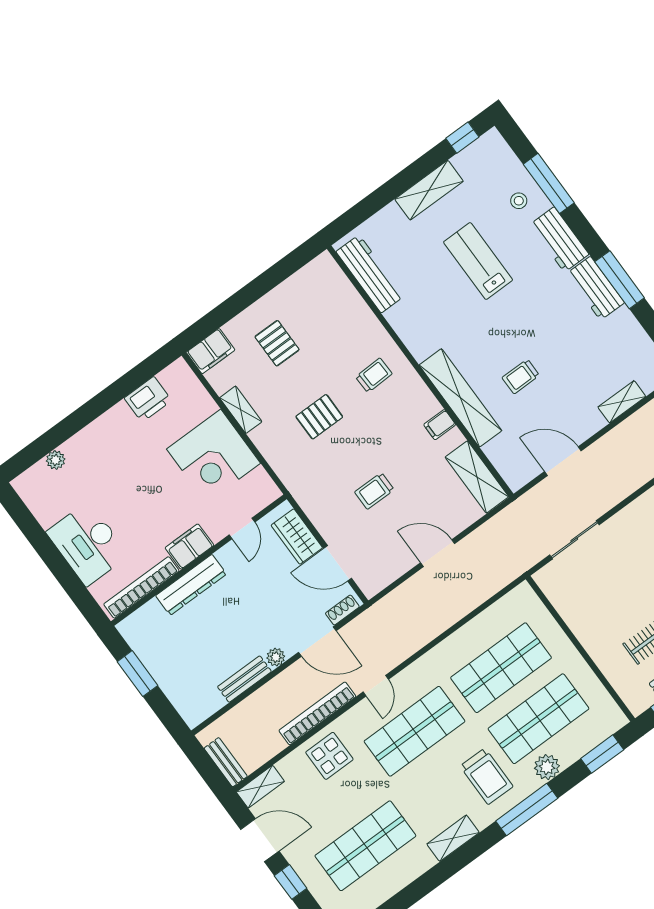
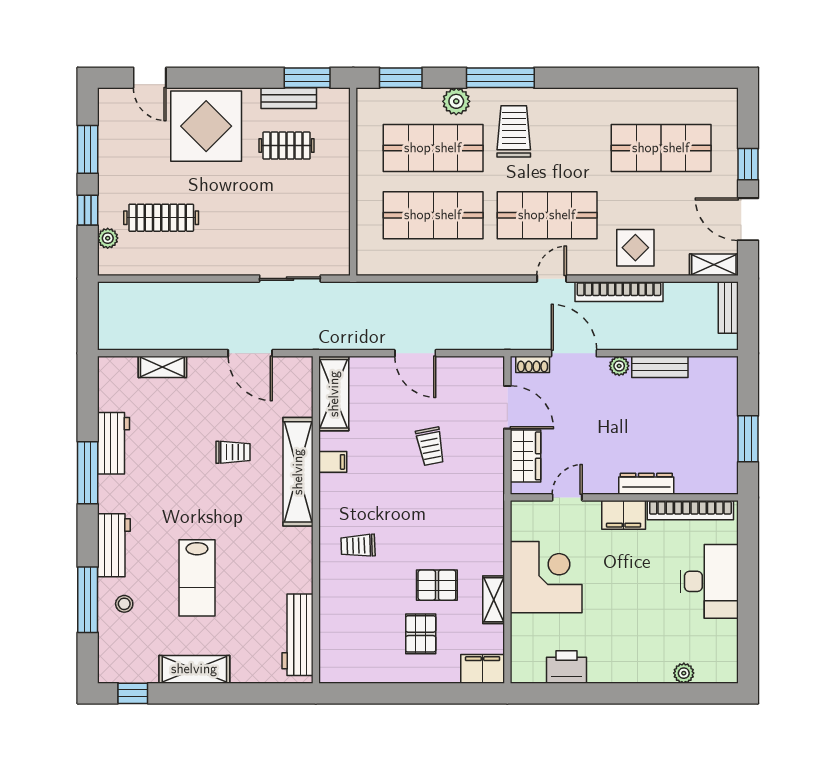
workbench: (595, 288) -> (114, 443), moved
pallet: (319, 417) -> (437, 585), moved
trolley: (374, 491) -> (430, 446), turned 79
dresser: (191, 585) -> (646, 484), width x0.73, depth x0.80
shelving: (453, 838) -> (581, 99), removed

